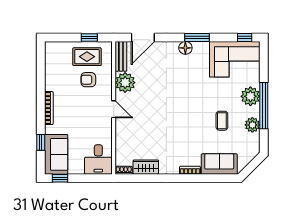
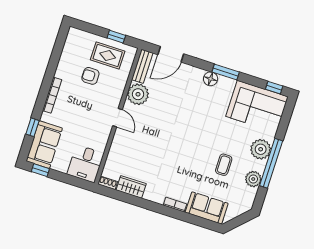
armchair: (88, 80) -> (90, 76), moved

